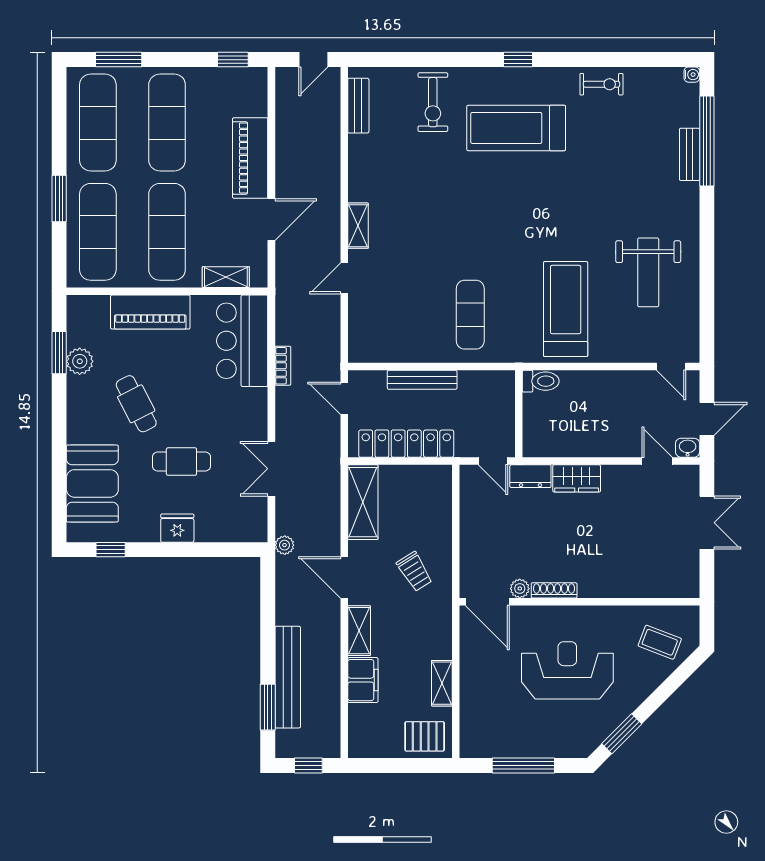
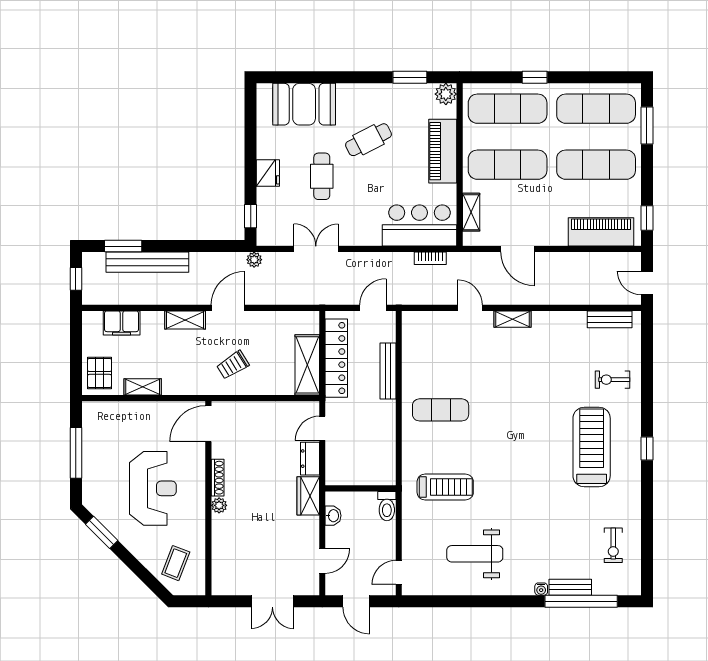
water cooler: (692, 75) -> (541, 589), moved
exercise bike: (602, 84) -> (613, 545), moved
exercise bike: (433, 102) -> (612, 380), width x0.73, depth x0.72
piano: (250, 158) -> (601, 232), moved
window: (59, 198) -> (535, 77), width x0.67
treadmill: (566, 309) -> (445, 487), width x0.73, depth x0.73
plant: (80, 361) -> (446, 94), moved
bookcase: (283, 366) -> (430, 258), moved
toilet: (541, 381) -> (387, 506), moved
wall: (519, 414) -> (360, 488), moved
washbasin: (688, 448) -> (333, 516), moved
shelving: (363, 502) -> (307, 365), moved, turned 90
window: (111, 550) -> (251, 216), moved
plant: (520, 589) -> (219, 505), moved
filing cabinet: (363, 680) -> (122, 323), moved

